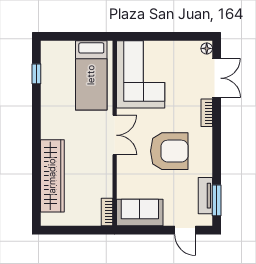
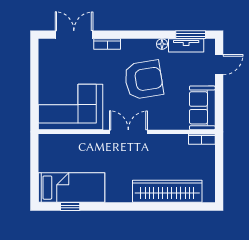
floor lamp: (207, 48) -> (162, 44), moved
bed: (91, 75) -> (71, 188), moved
armchair: (169, 151) -> (144, 80), turned 81

